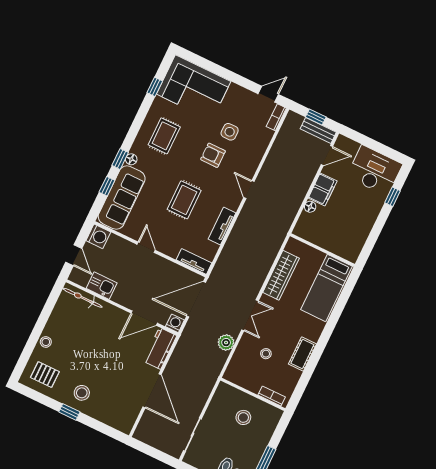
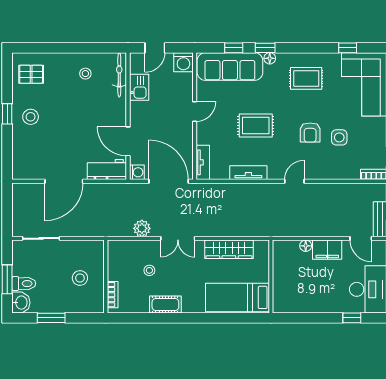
armchair: (213, 155) -> (310, 132), turned 180
stool: (46, 342) -> (85, 74), moved
pallet: (45, 375) -> (31, 74), turned 90

